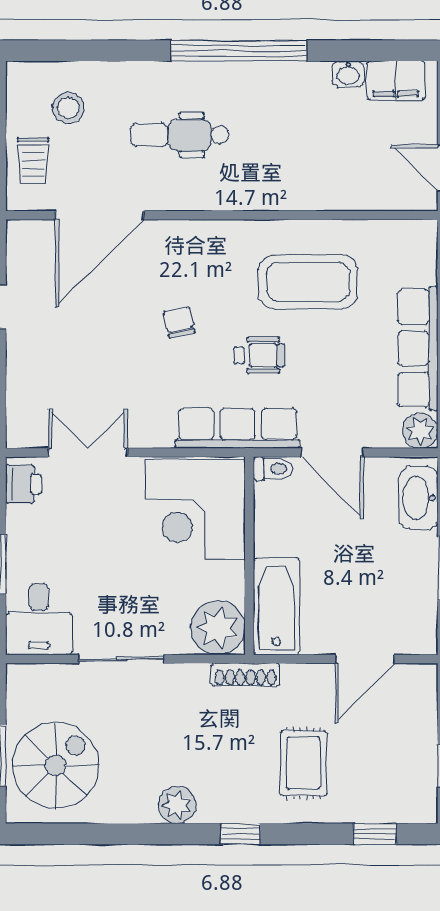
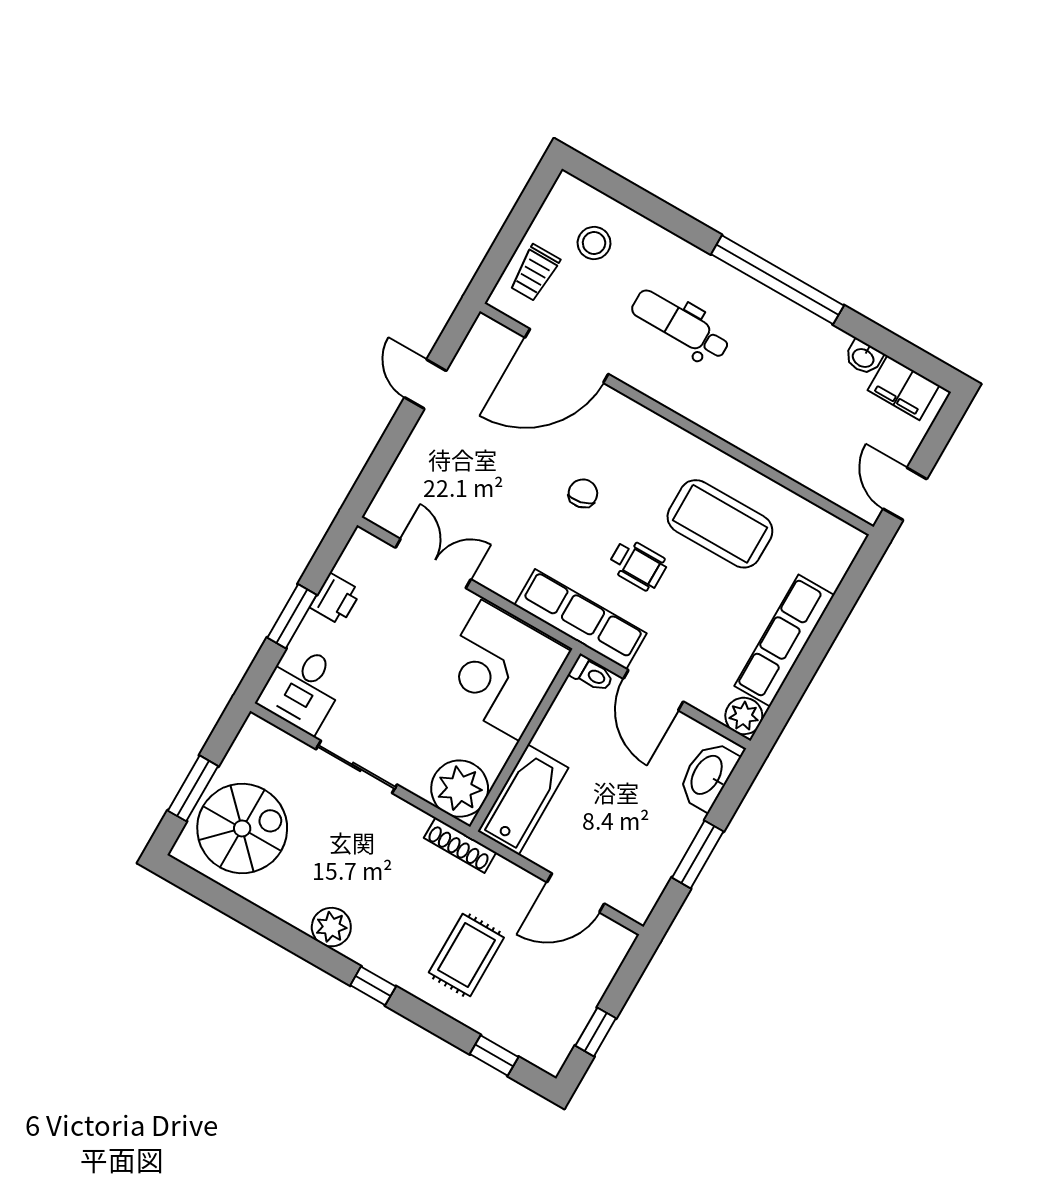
printer: (23, 484) -> (336, 599), moved

